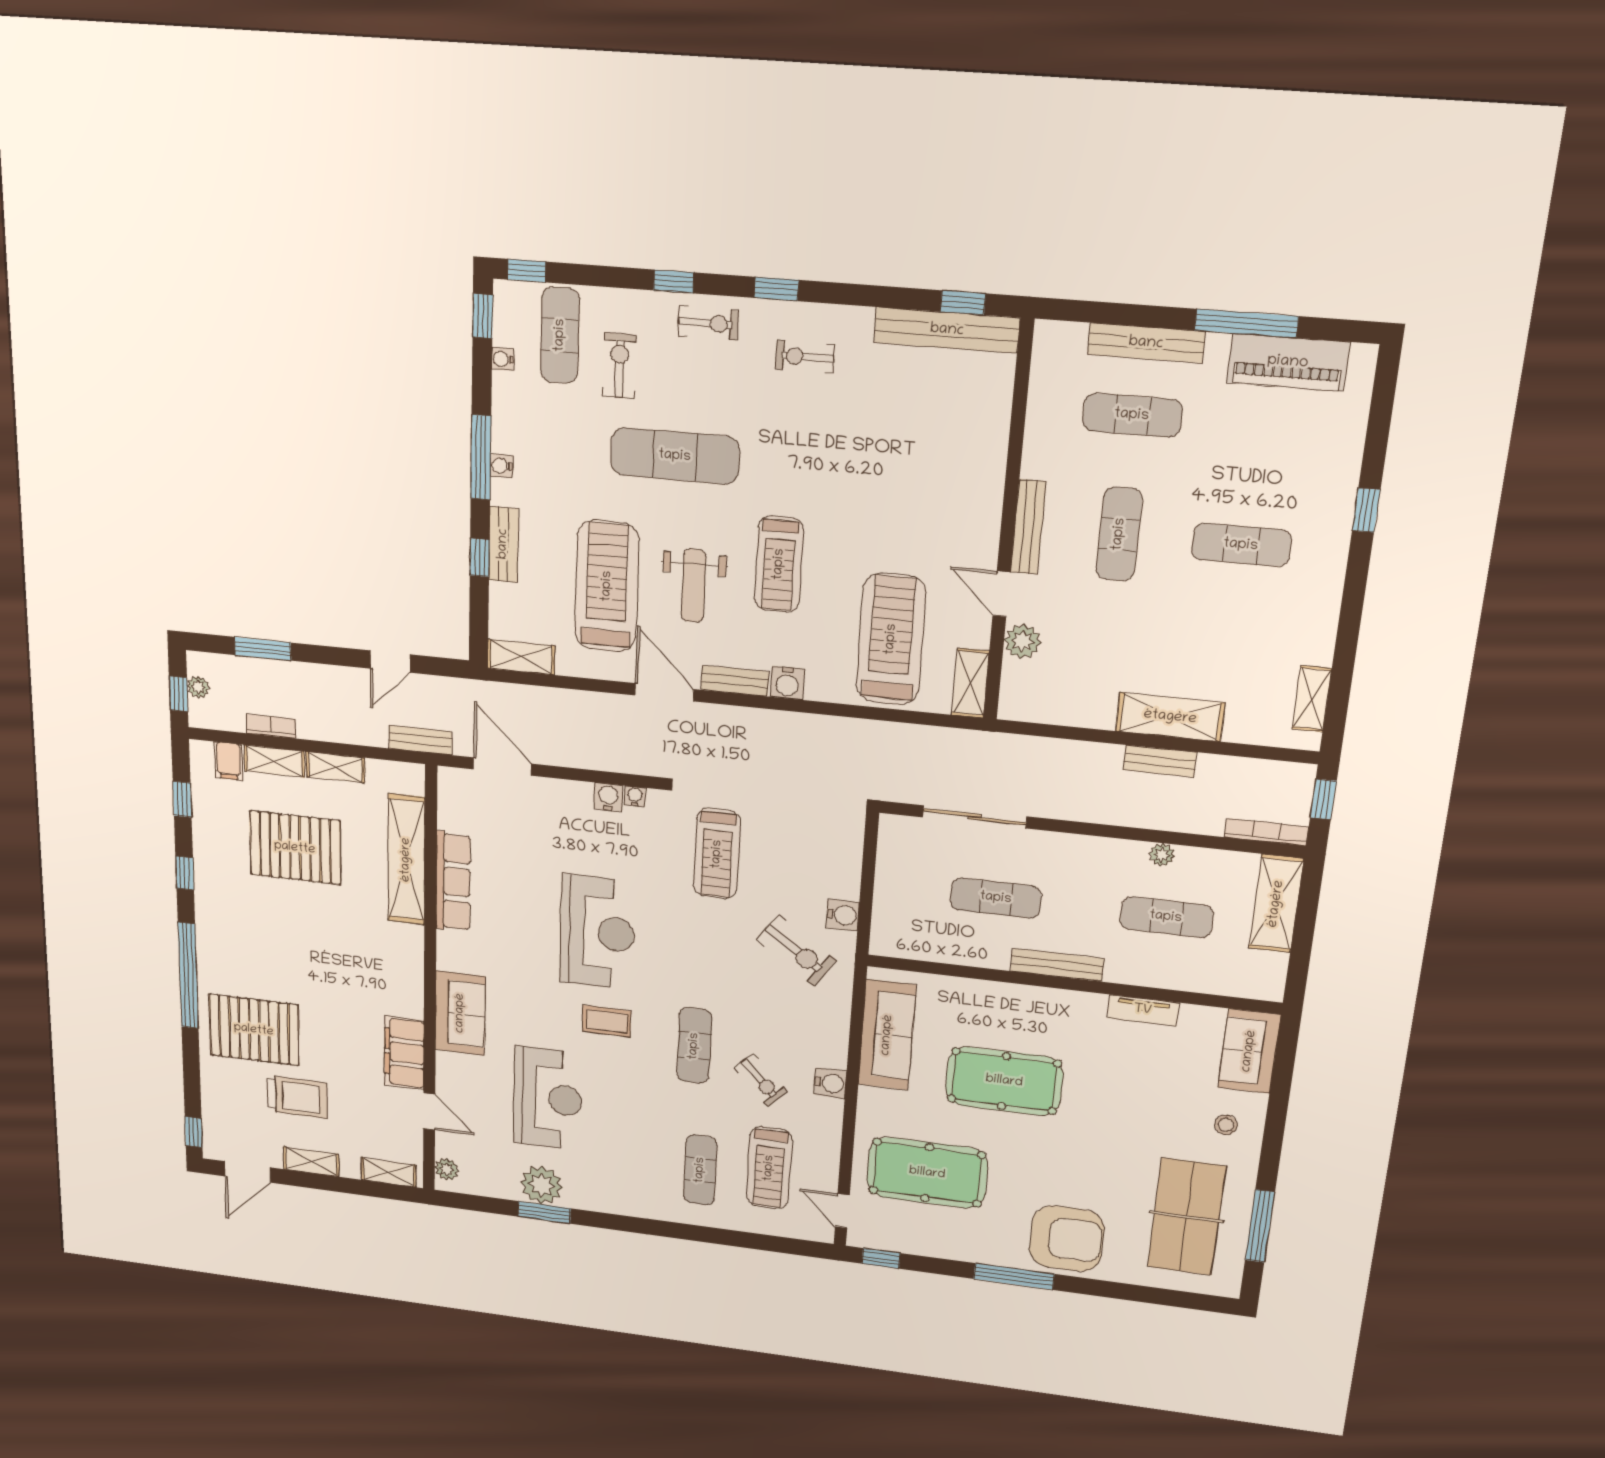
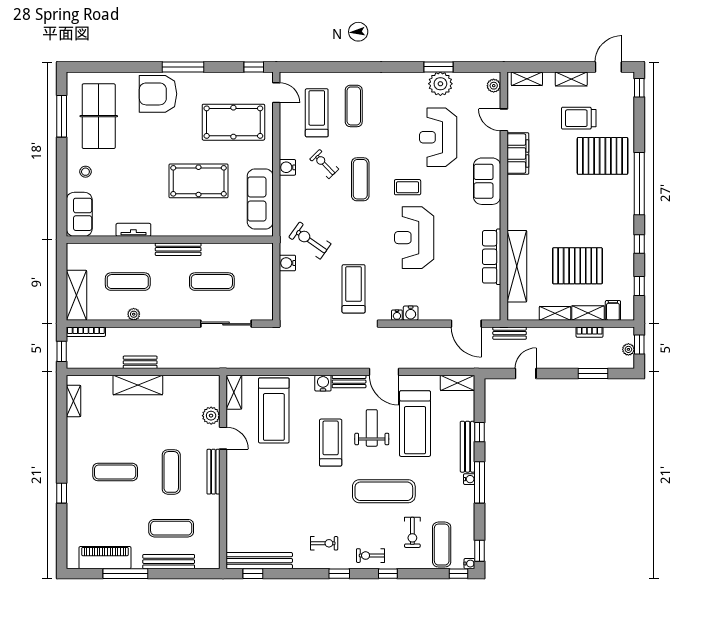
water cooler: (503, 359) -> (469, 564), moved
bench: (503, 544) -> (468, 447), width x1.36

